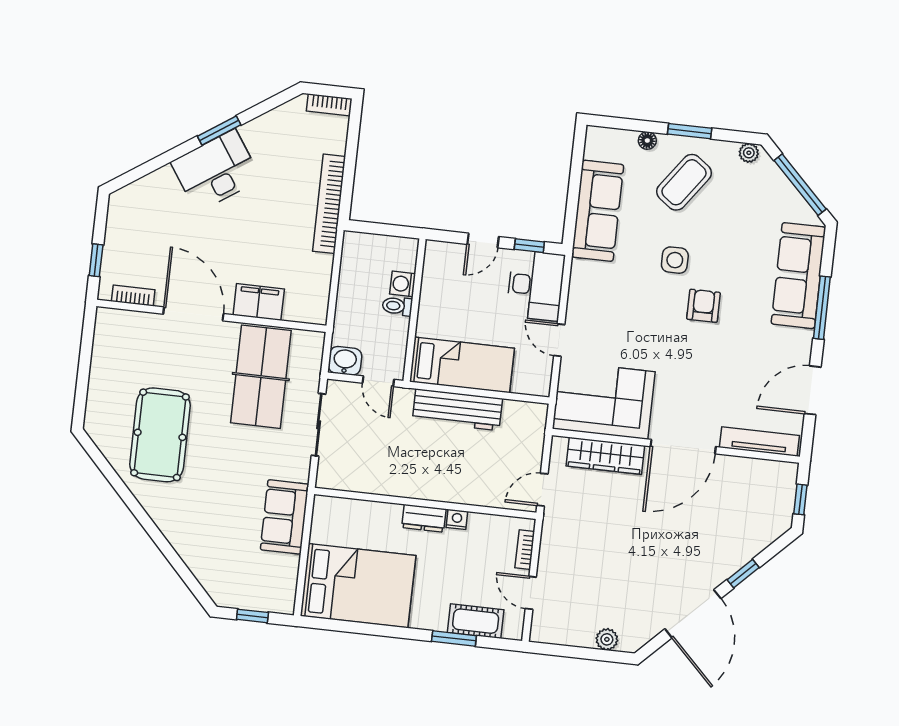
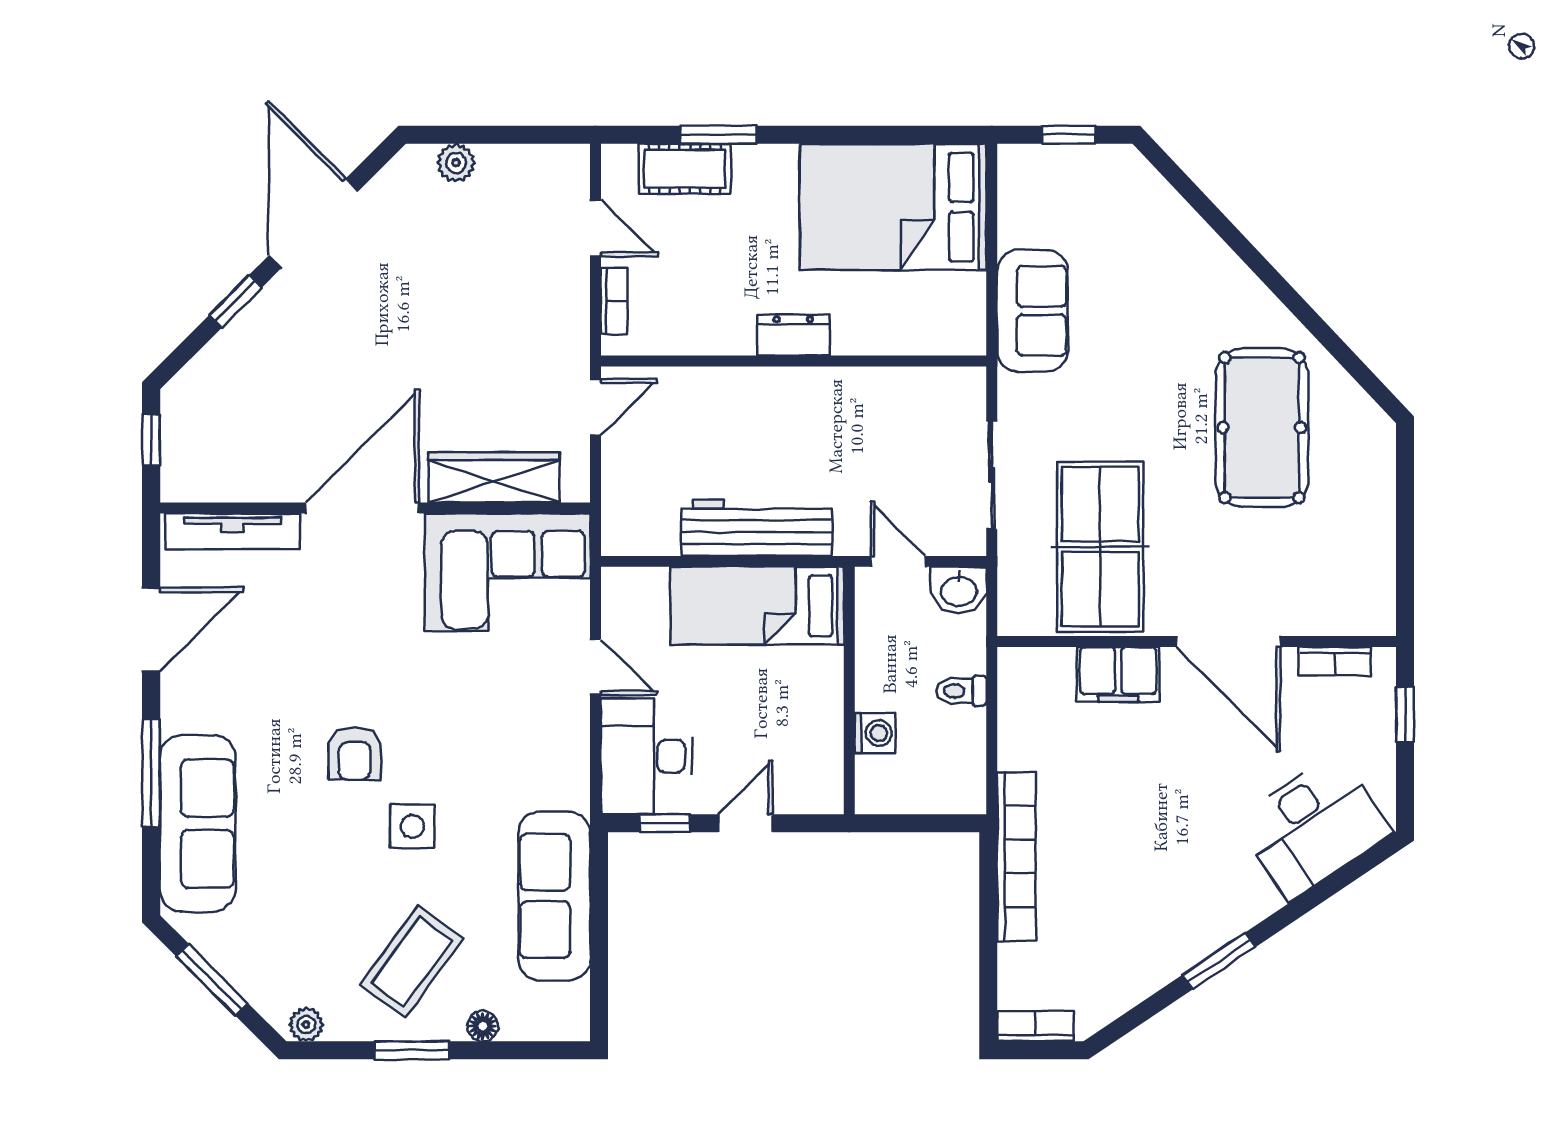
desk: (216, 171) -> (1314, 827), moved
window: (800, 185) -> (212, 980), width x0.69
toilet: (397, 306) -> (961, 691), moved, turned 180
nightstand: (457, 519) -> (736, 340), removed

